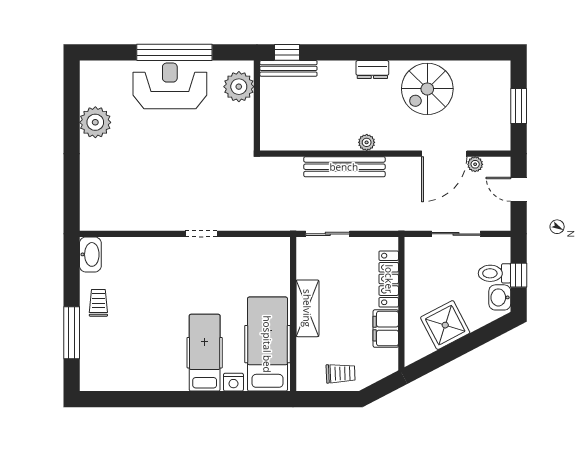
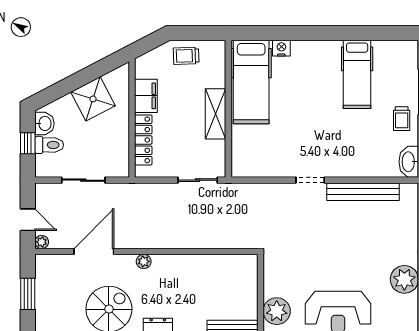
plant: (367, 142) -> (144, 261), moved
plant: (475, 164) -> (42, 242), moved
bench: (344, 167) -> (363, 192), moved
hospital bed: (205, 353) -> (357, 74), moved

